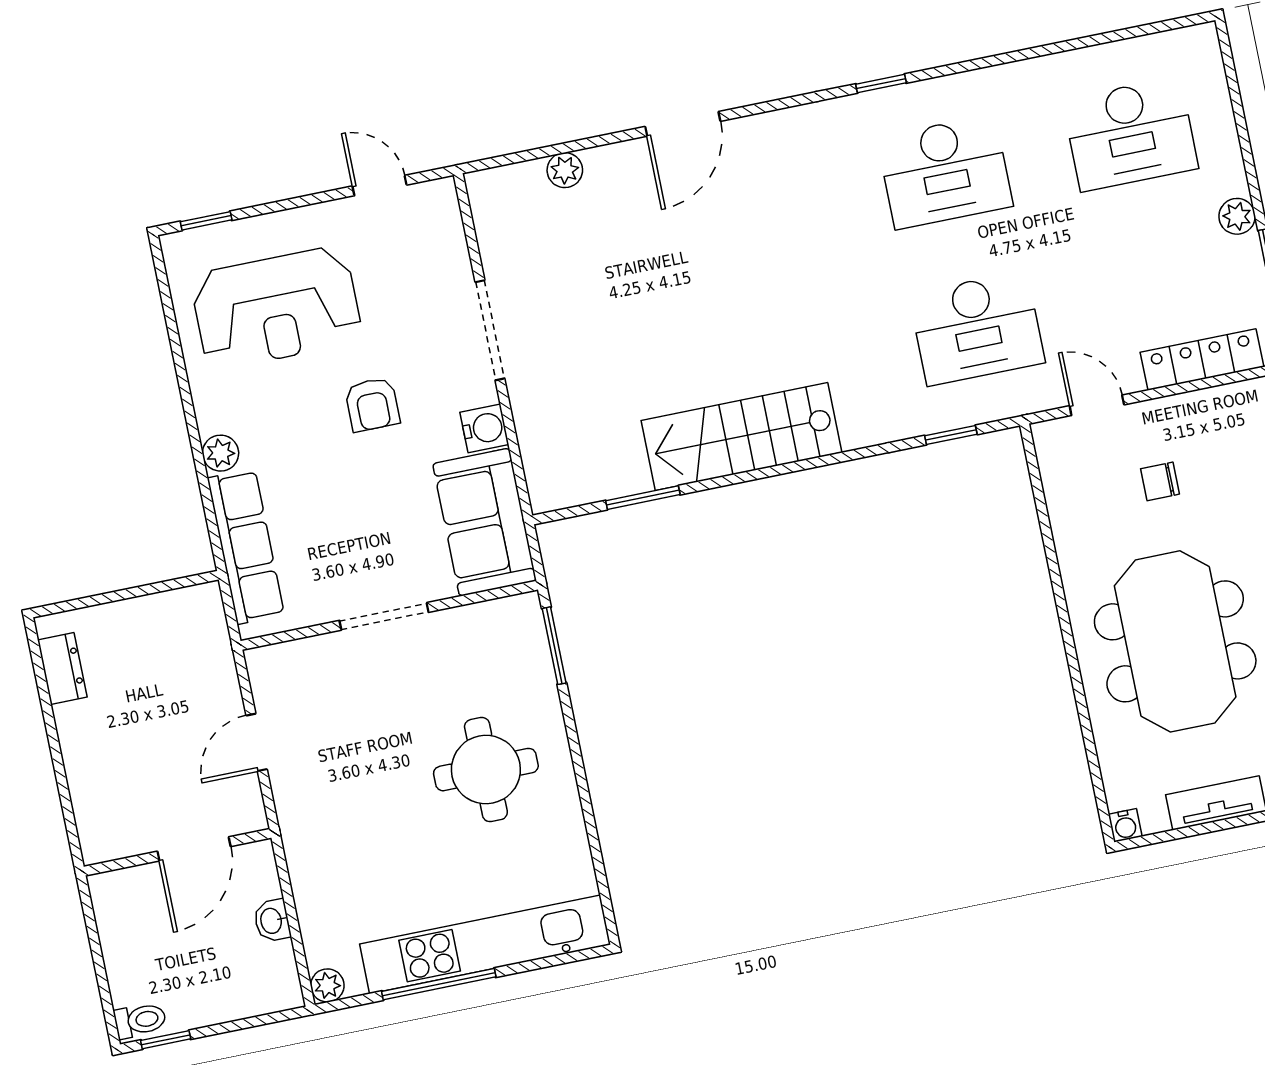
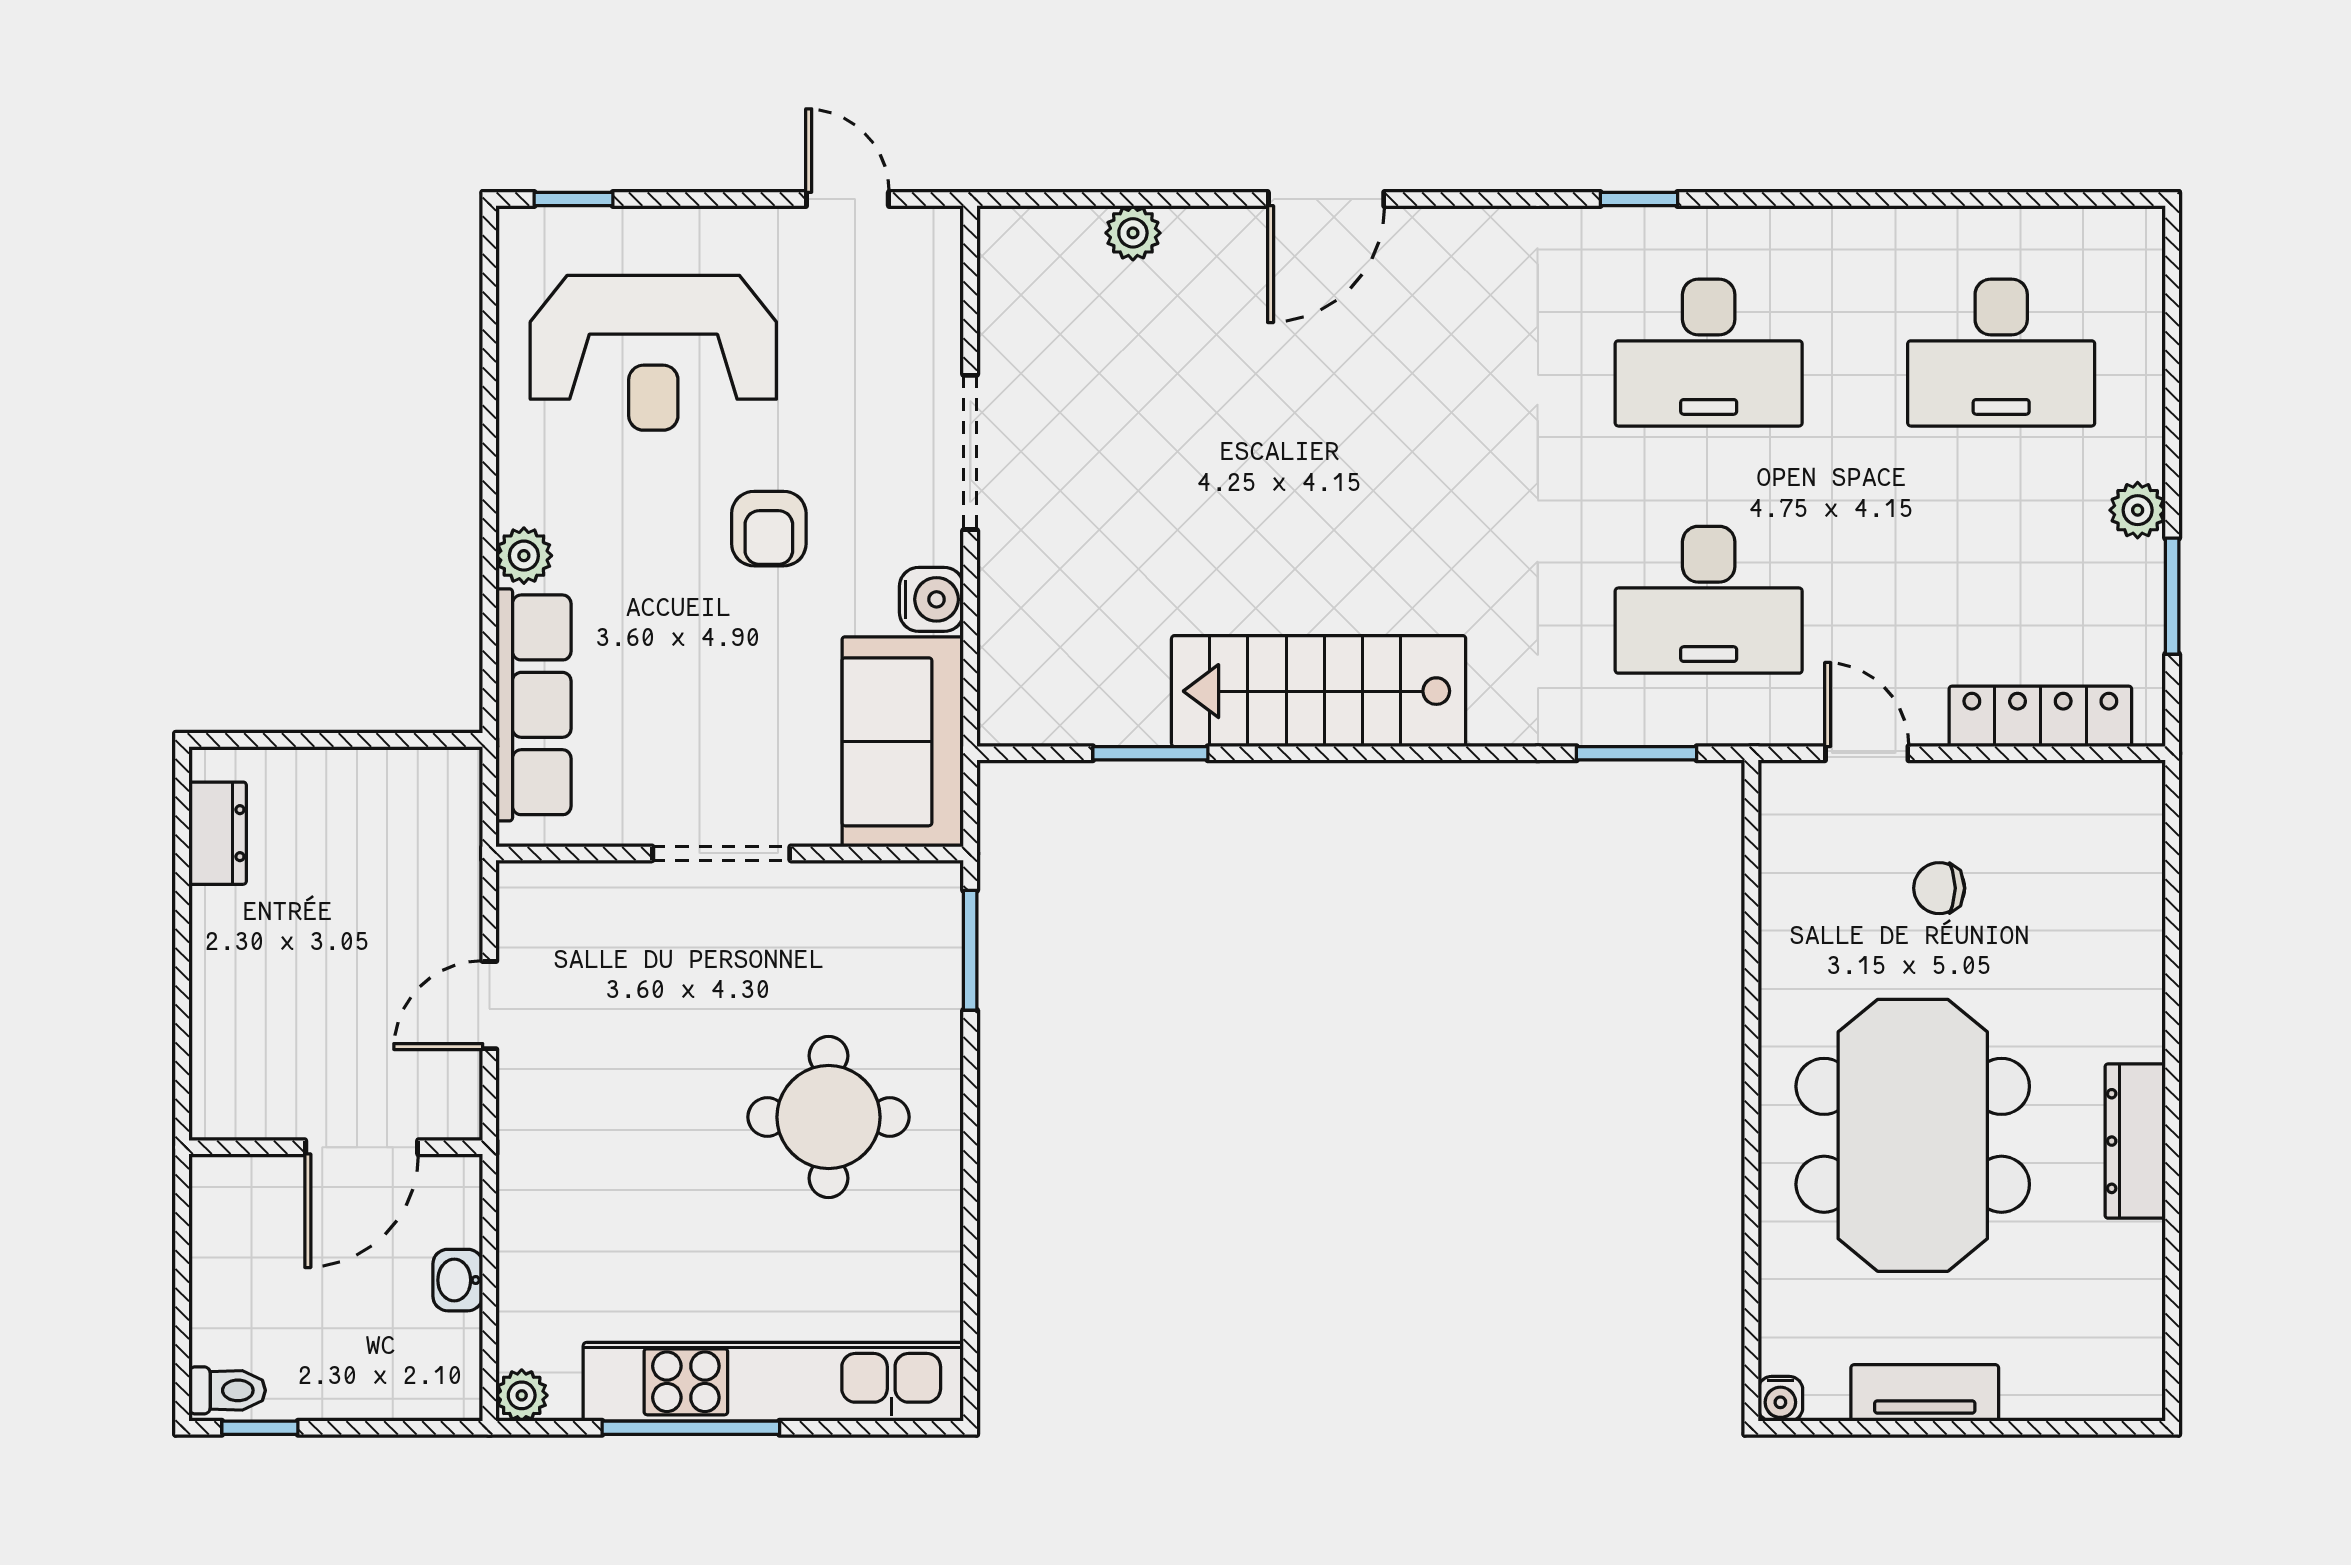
window: (951, 435) -> (1637, 753), width x1.50

